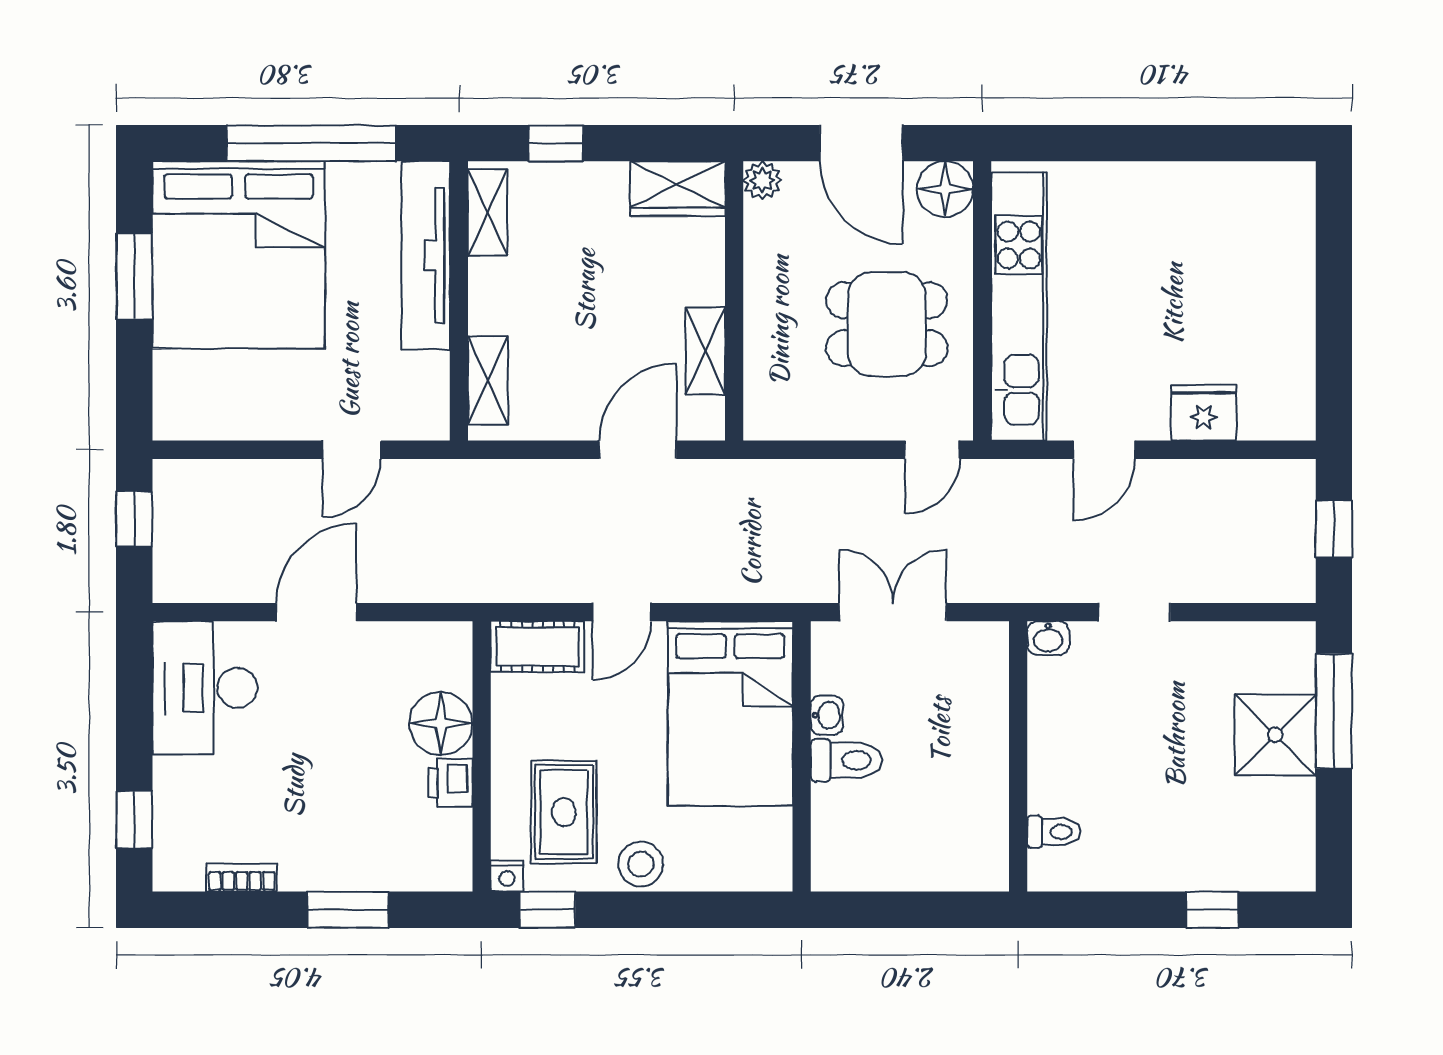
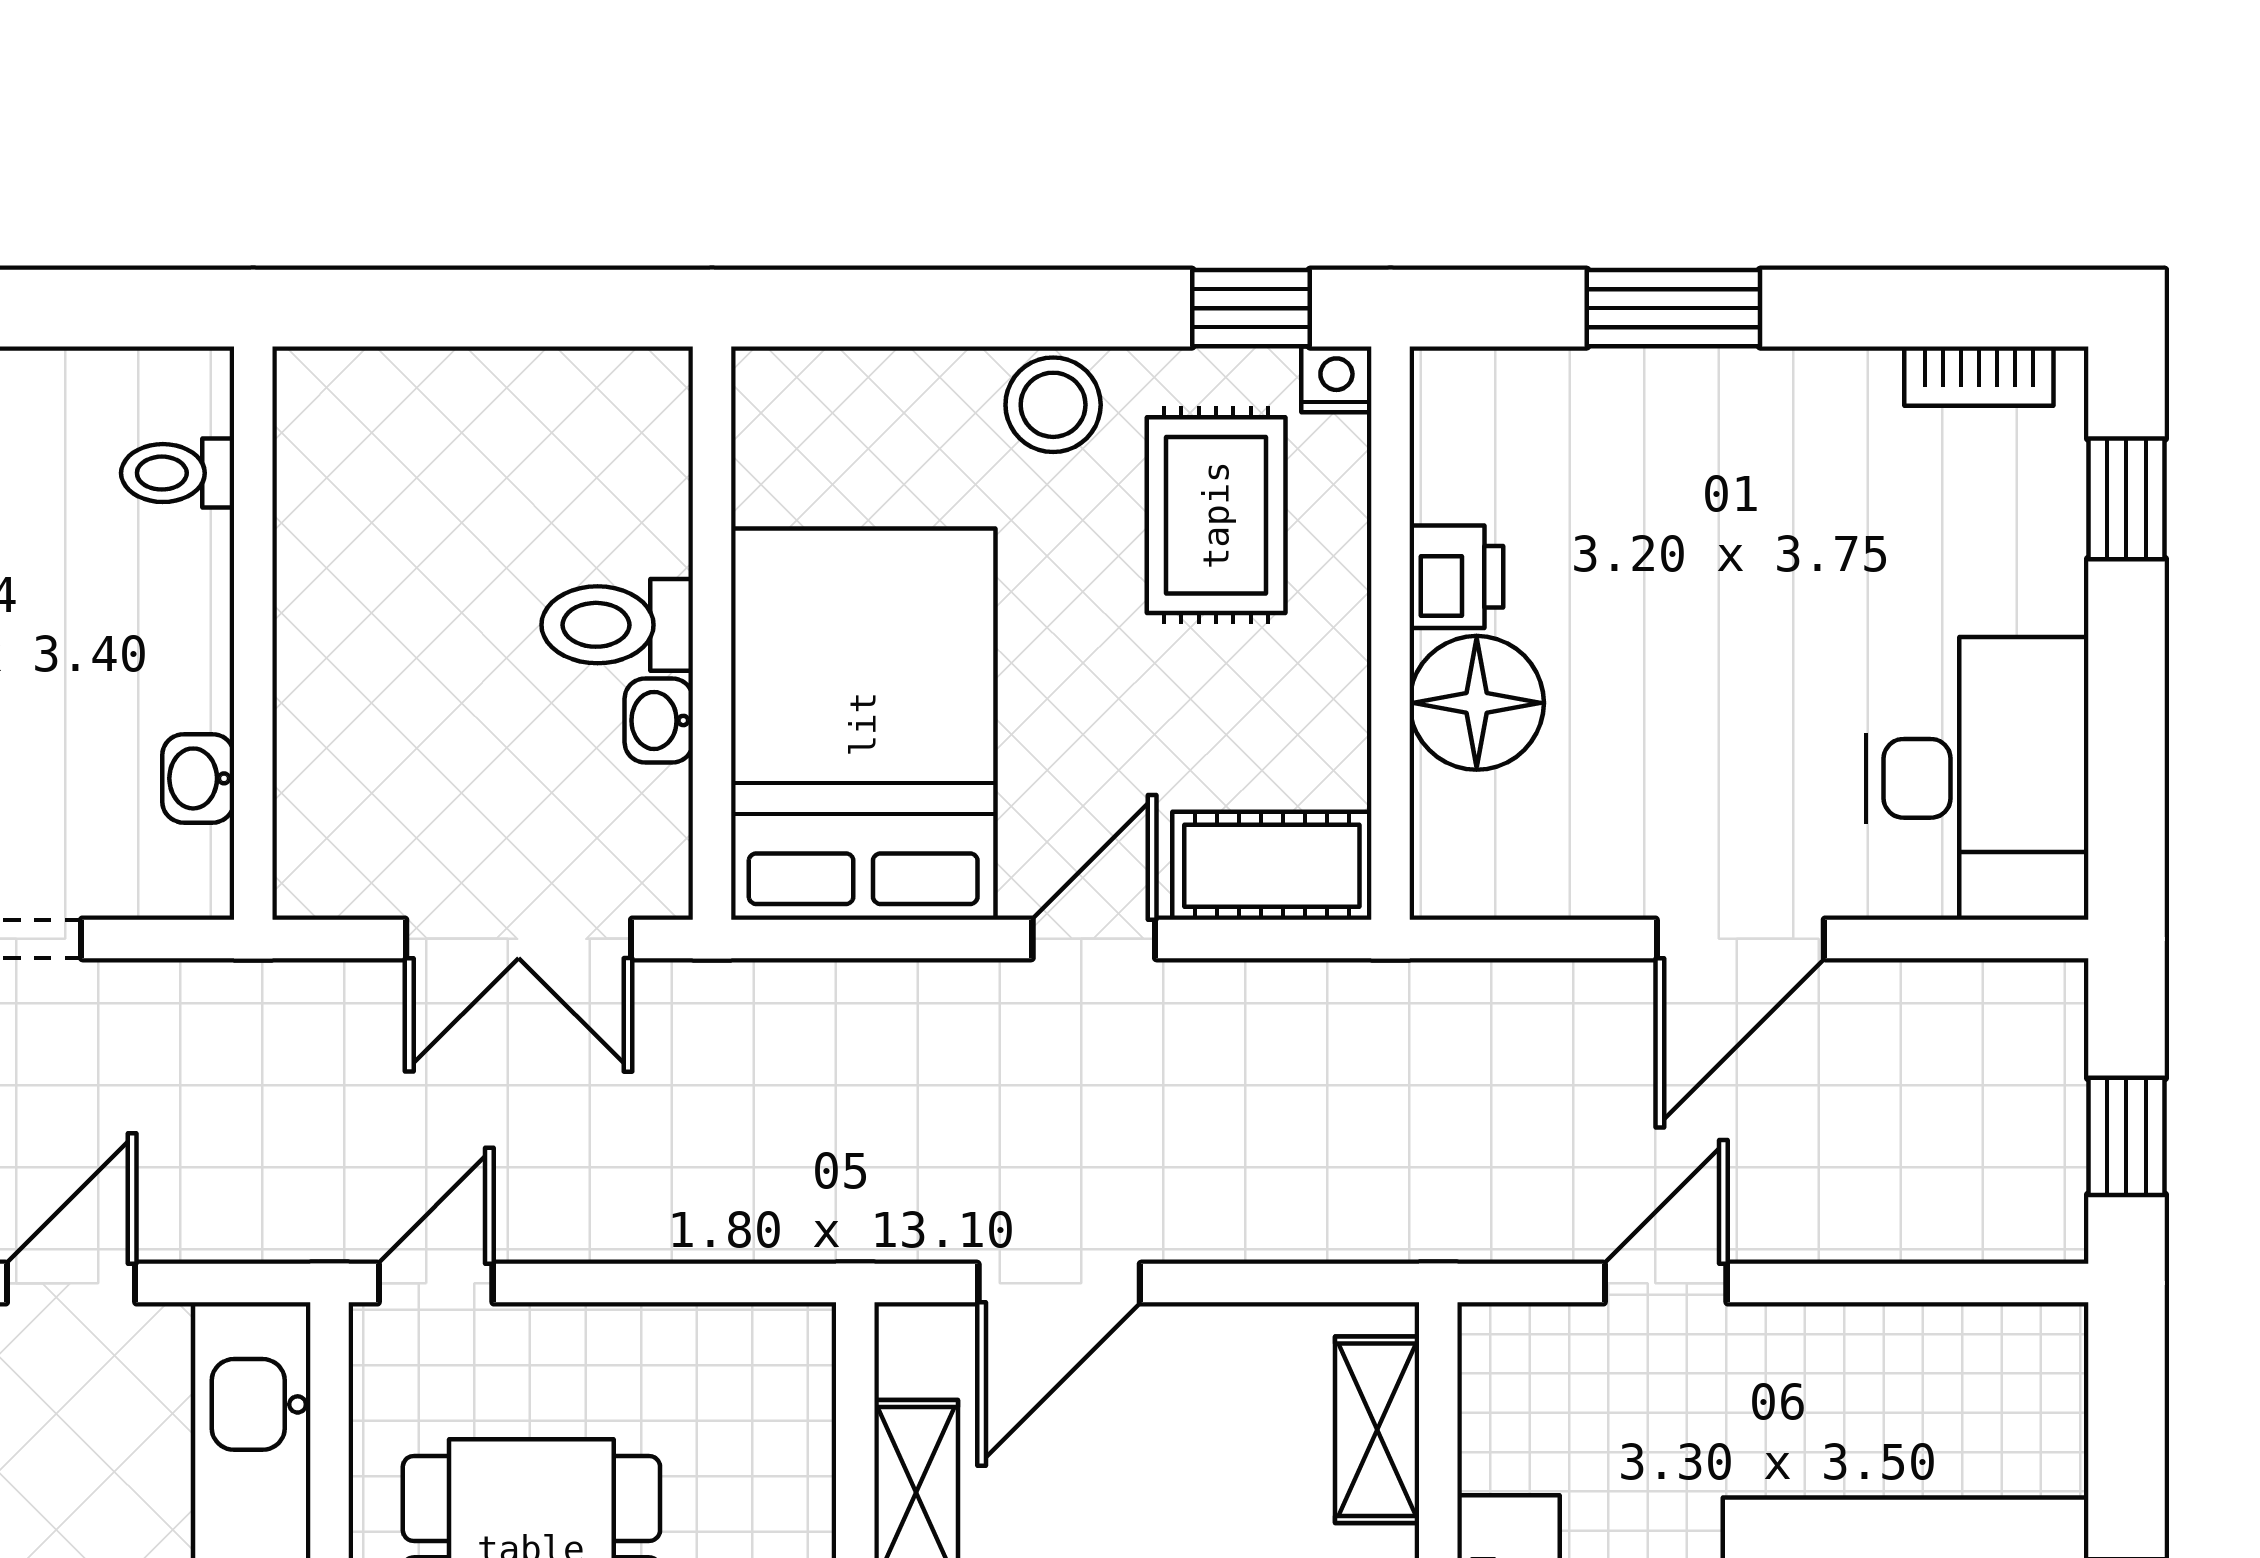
washbasin: (1048, 638) -> (198, 778), moved, turned -90
bookcase: (242, 878) -> (1979, 376), moved

